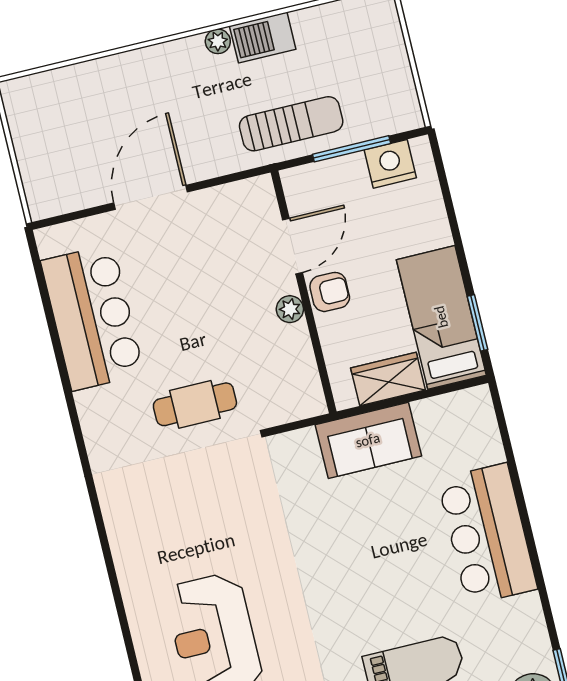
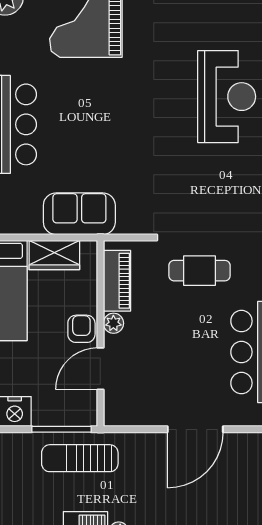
window: (352, 149) -> (61, 429), moved
armchair: (330, 292) -> (81, 329), turned 90
piano: (299, 365) -> (117, 281), added

